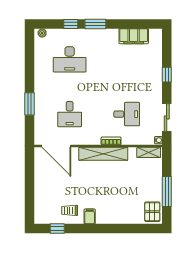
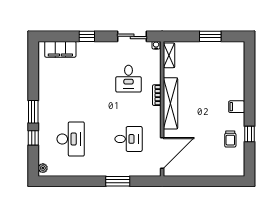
filing cabinet: (134, 36) -> (60, 49), moved, turned 90
desk: (127, 114) -> (129, 79), turned 180
window: (167, 191) -> (210, 36), width x0.69
pallet: (152, 212) -> (232, 52), removed
filing cabinet: (90, 216) -> (237, 107), moved
window: (57, 228) -> (249, 134), moved

